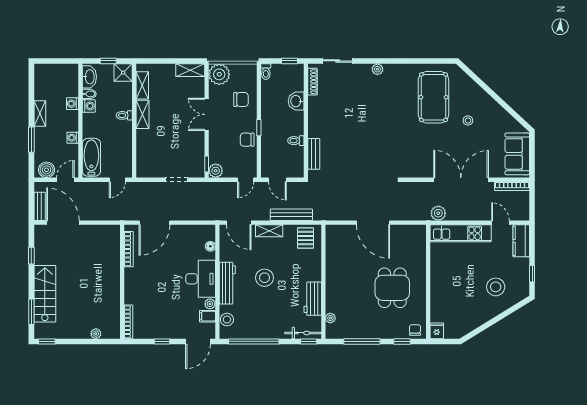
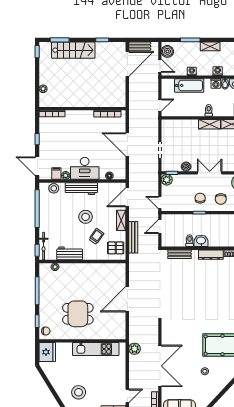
washbasin: (296, 101) -> (201, 241), moved
dresser: (314, 113) -> (211, 255), added
chair: (247, 140) -> (200, 198), moved
boiler: (198, 145) -> (186, 167), added
bathtub: (91, 157) -> (189, 85), moved
door: (117, 180) -> (160, 105), swing flipped
door: (154, 223) -> (127, 145), moved
kitchen unit: (461, 233) -> (96, 349), moved, turned -90
trolley: (290, 263) -> (96, 236), added
fridge: (437, 331) -> (47, 352), width x1.88, depth x1.34

